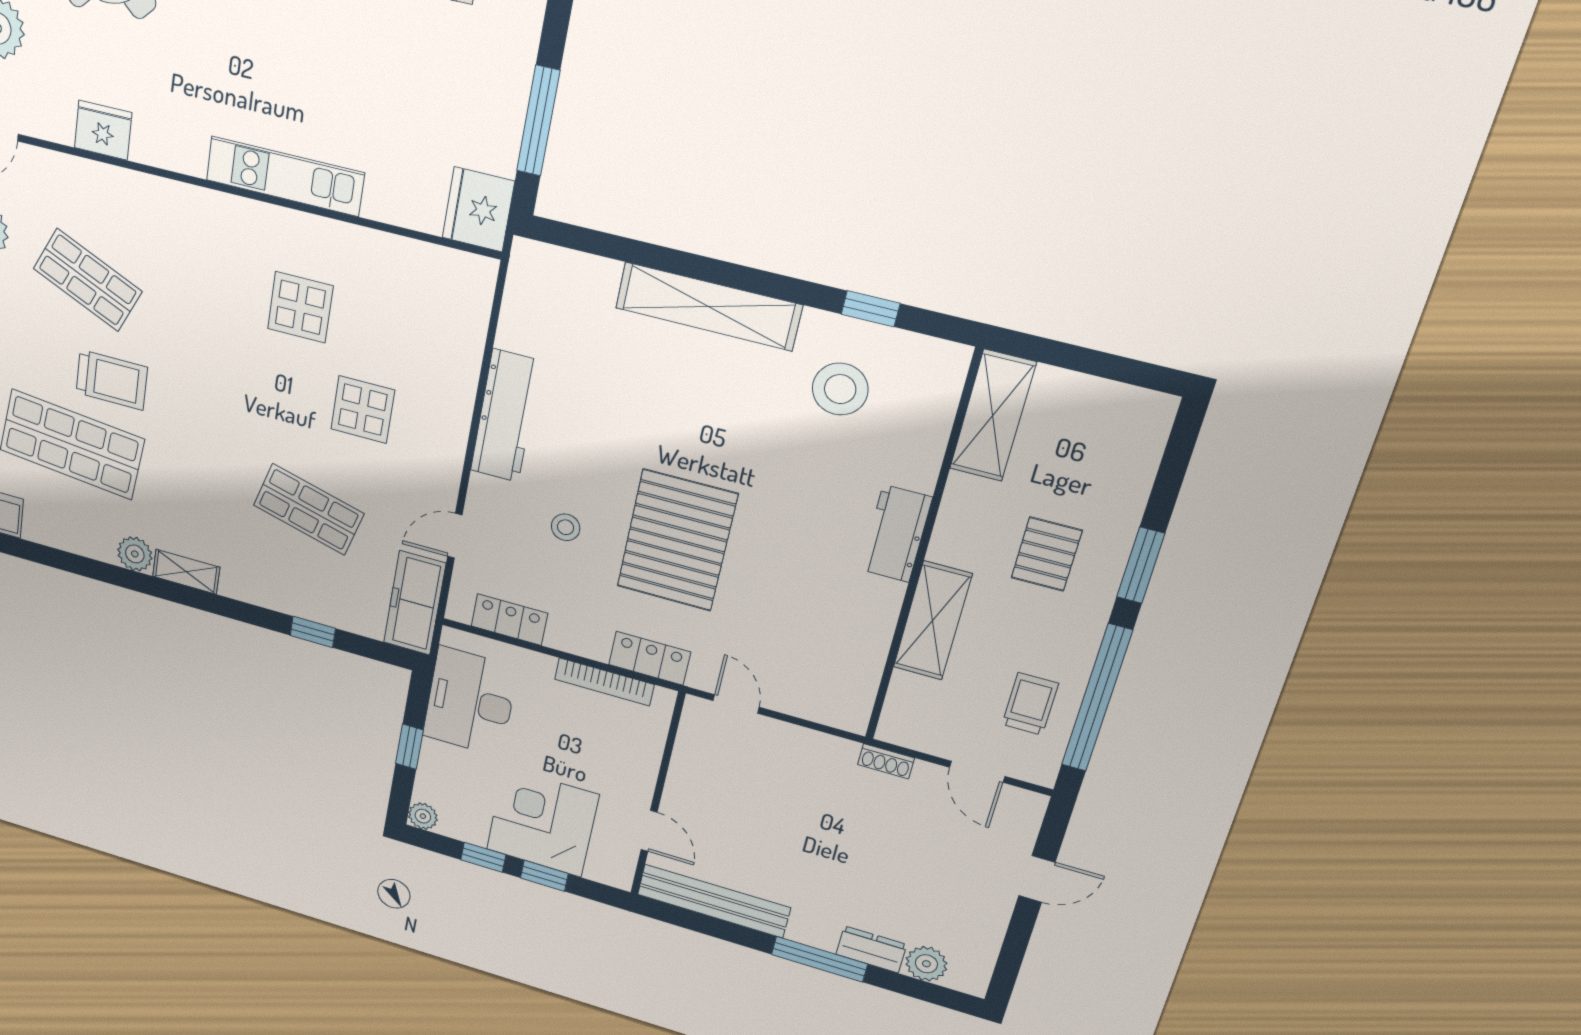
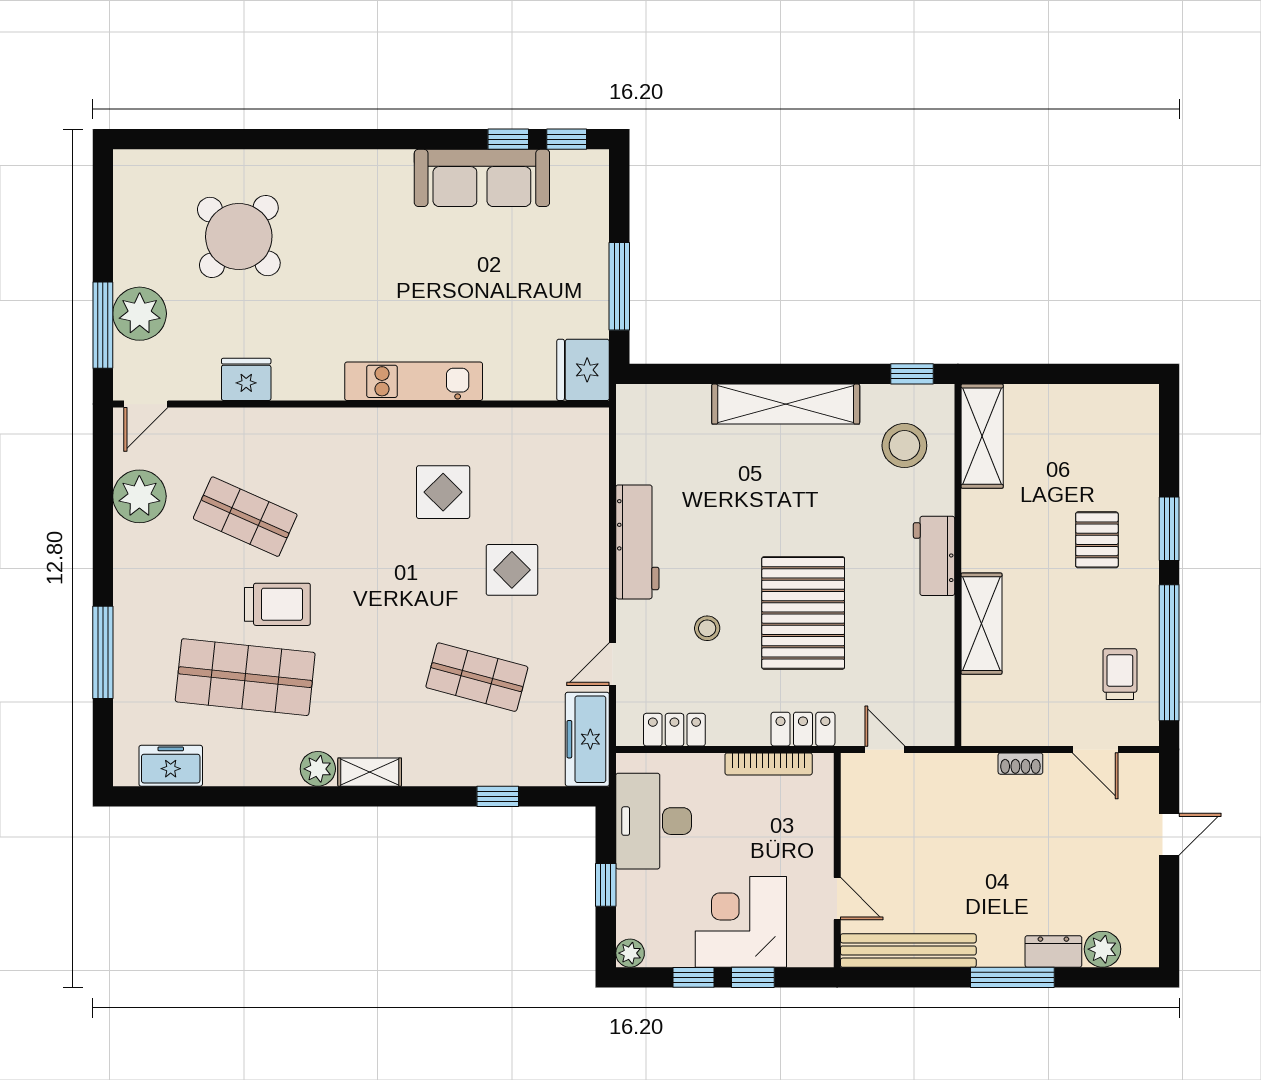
shelving: (993, 416) -> (982, 436), moved
workbench: (896, 534) -> (934, 556), moved
wall: (922, 551) -> (958, 565), moved
shelving: (933, 621) -> (982, 624), moved

